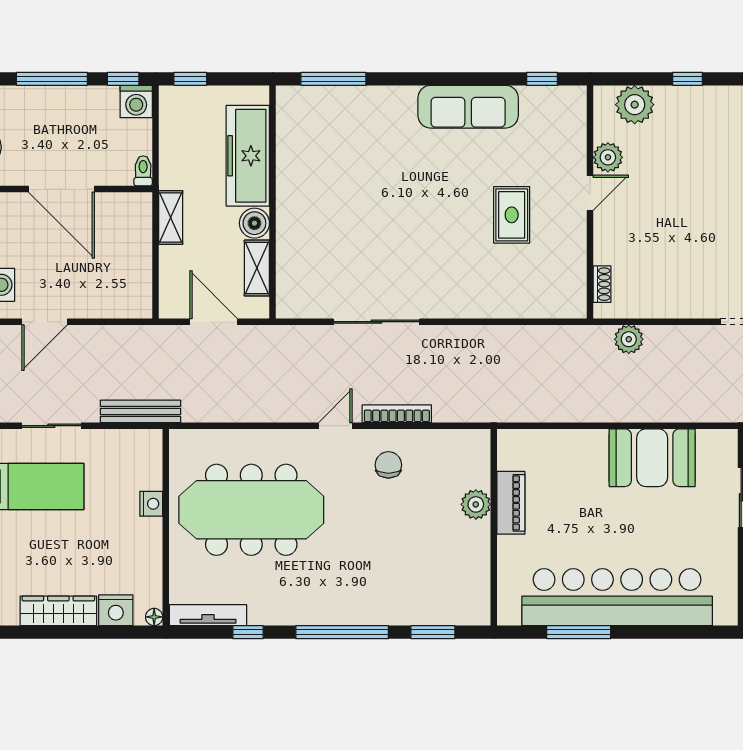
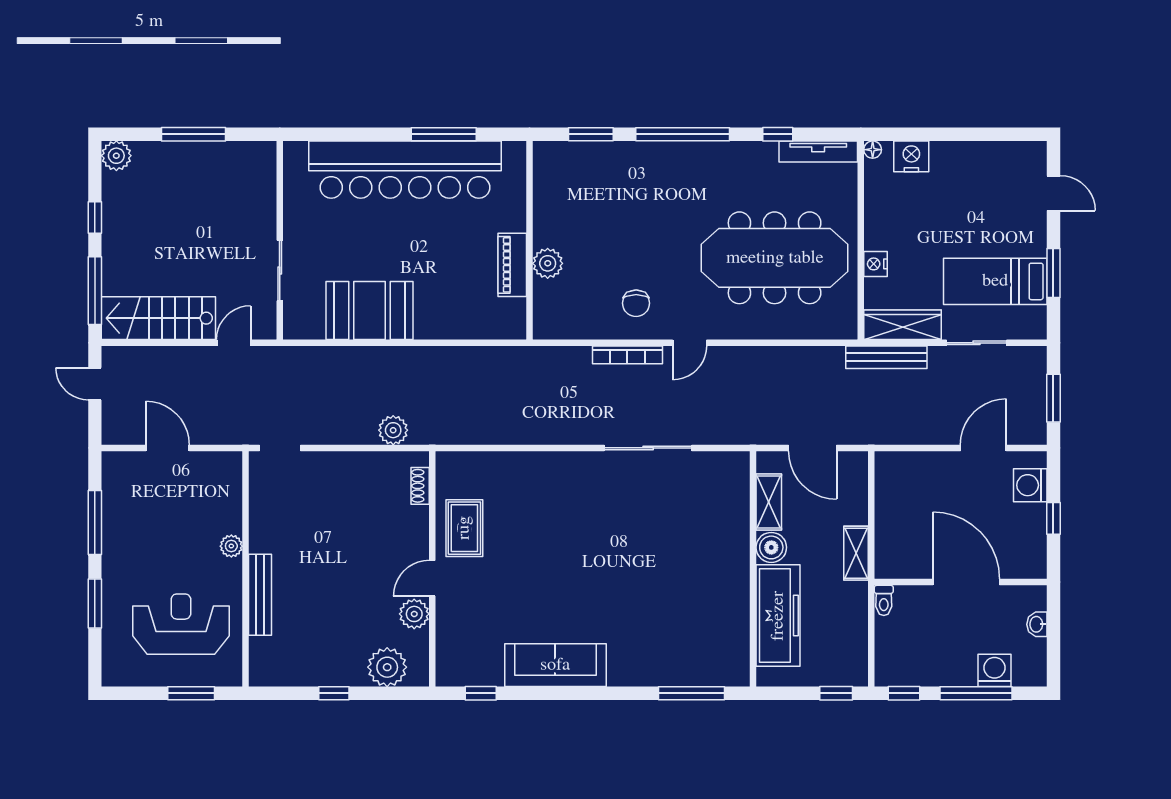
washing machine: (136, 101) -> (995, 670), moved
rug: (512, 215) -> (464, 528), moved
wardrobe: (58, 611) -> (903, 325), moved, turned 180

